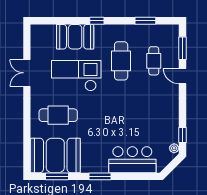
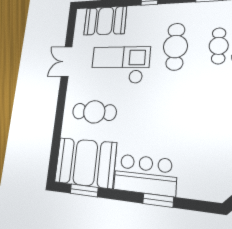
booth: (75, 37) -> (105, 21), moved
bar counter: (132, 160) -> (145, 175), moved
window: (100, 176) -> (158, 200), moved

